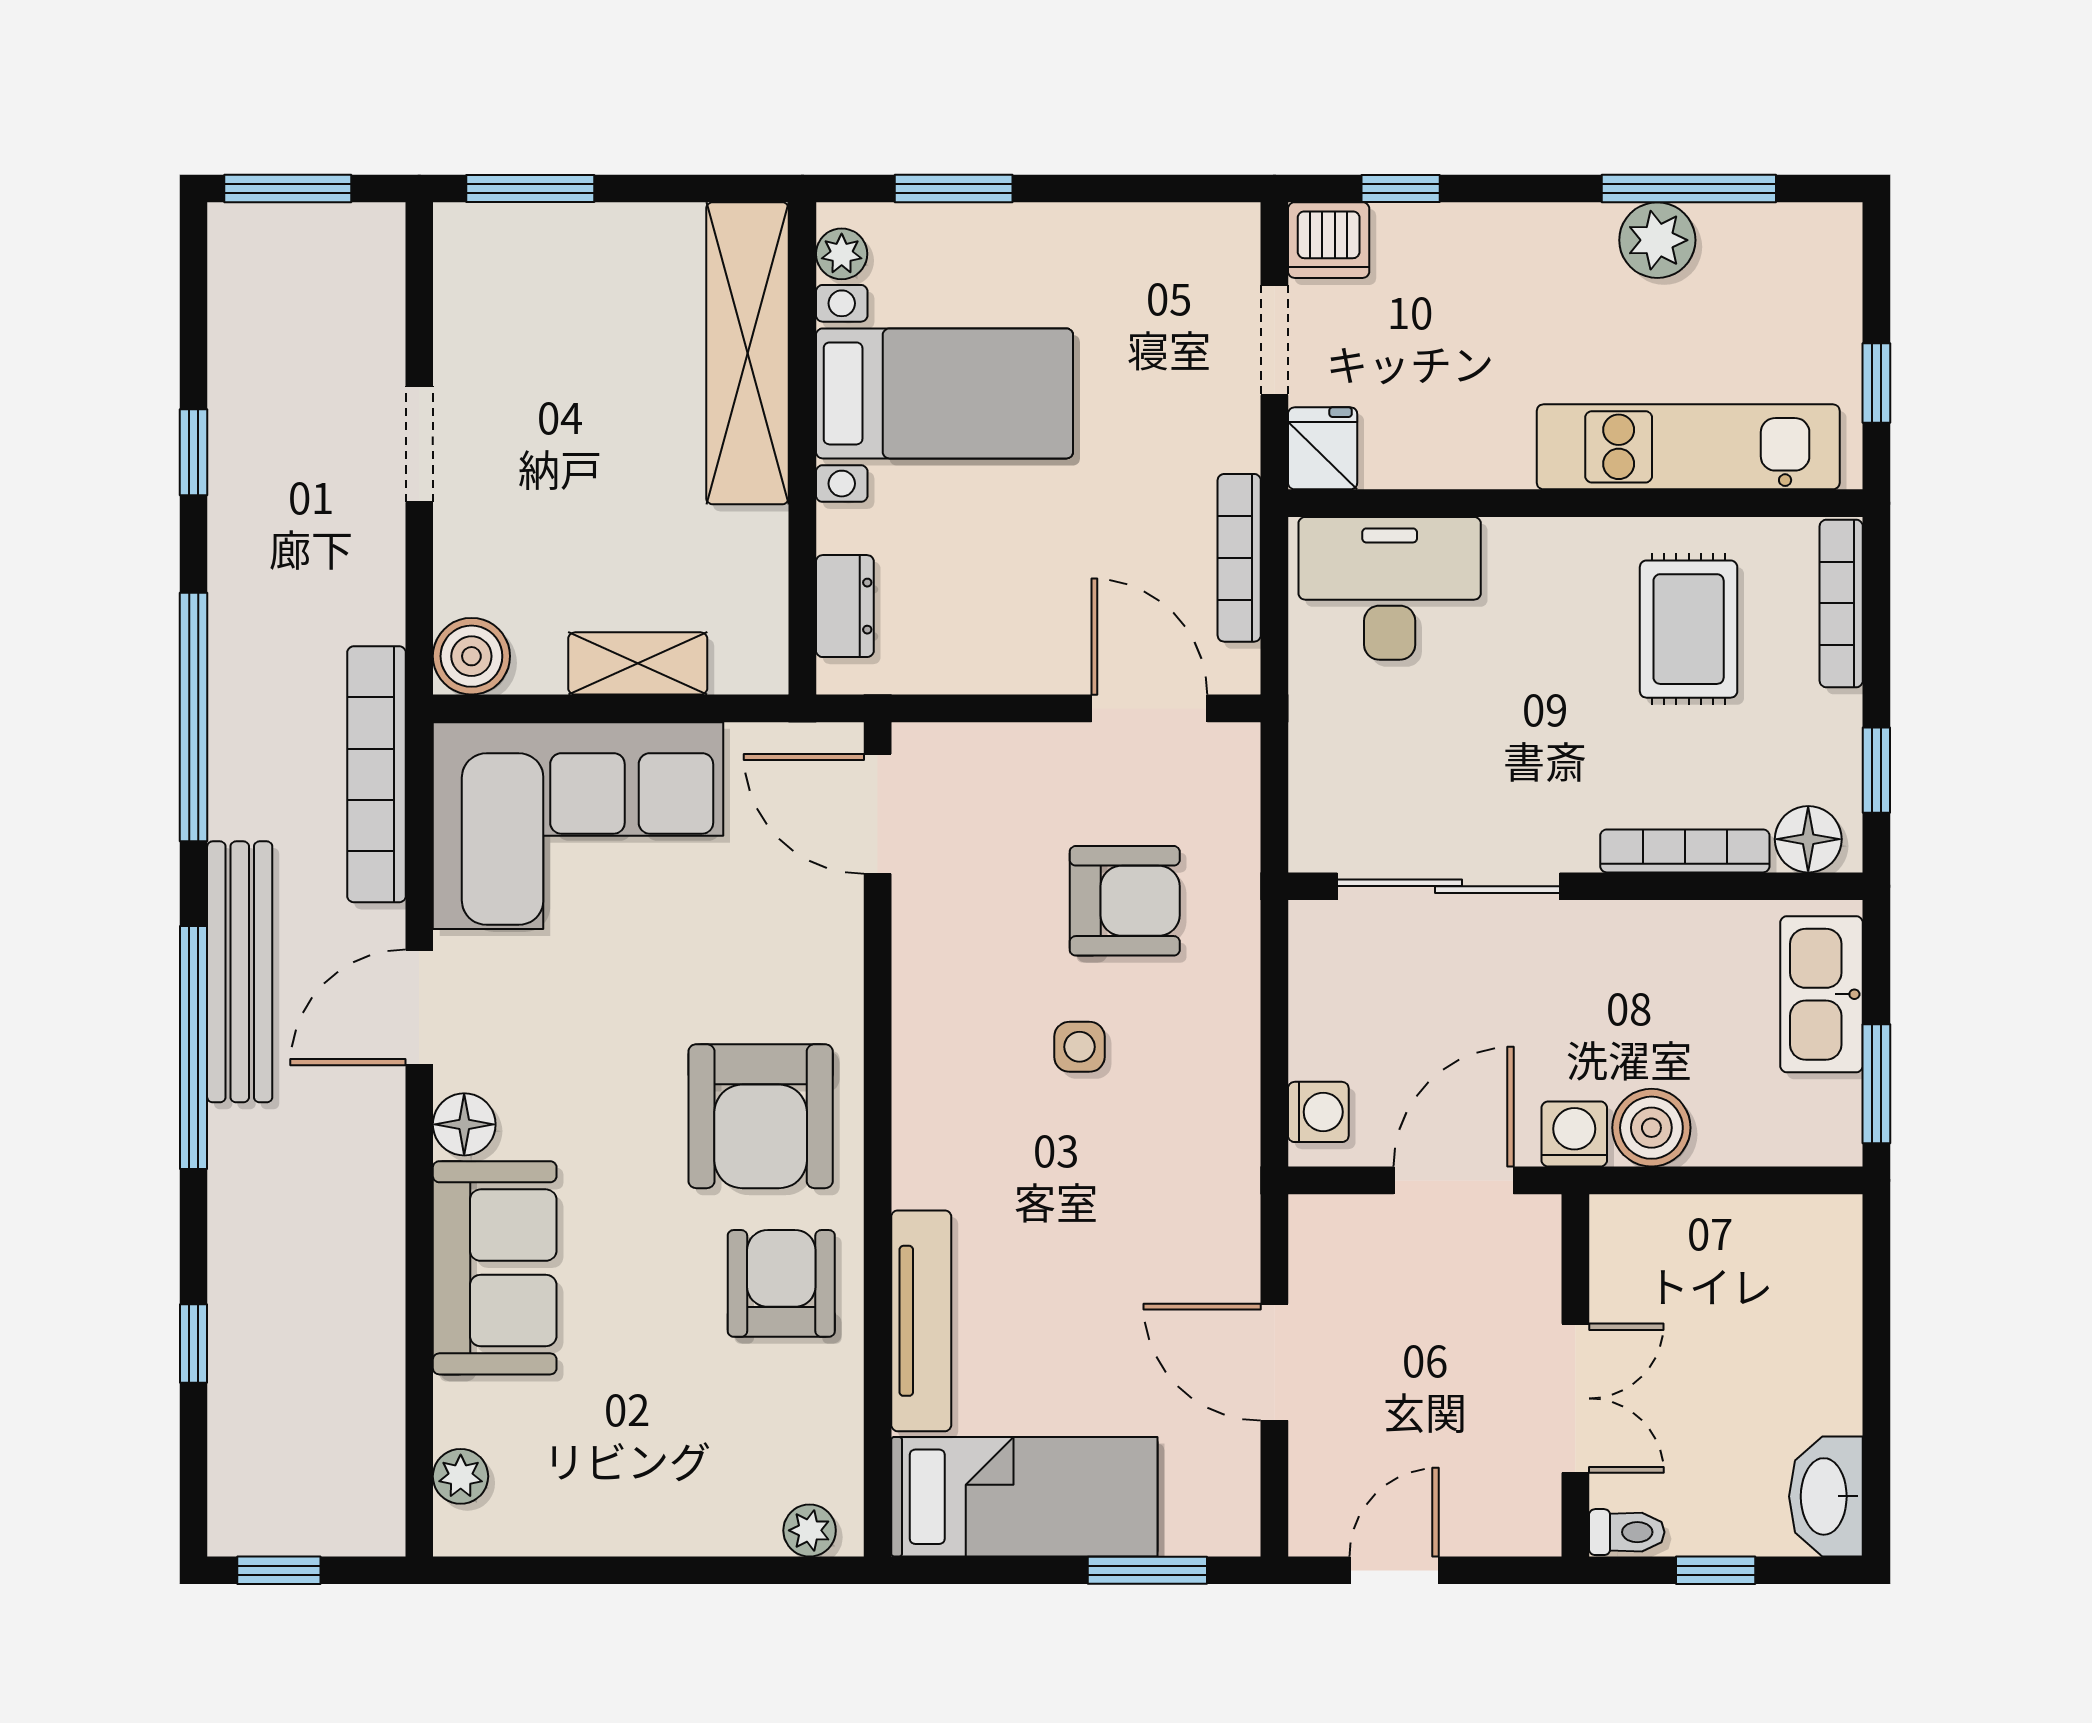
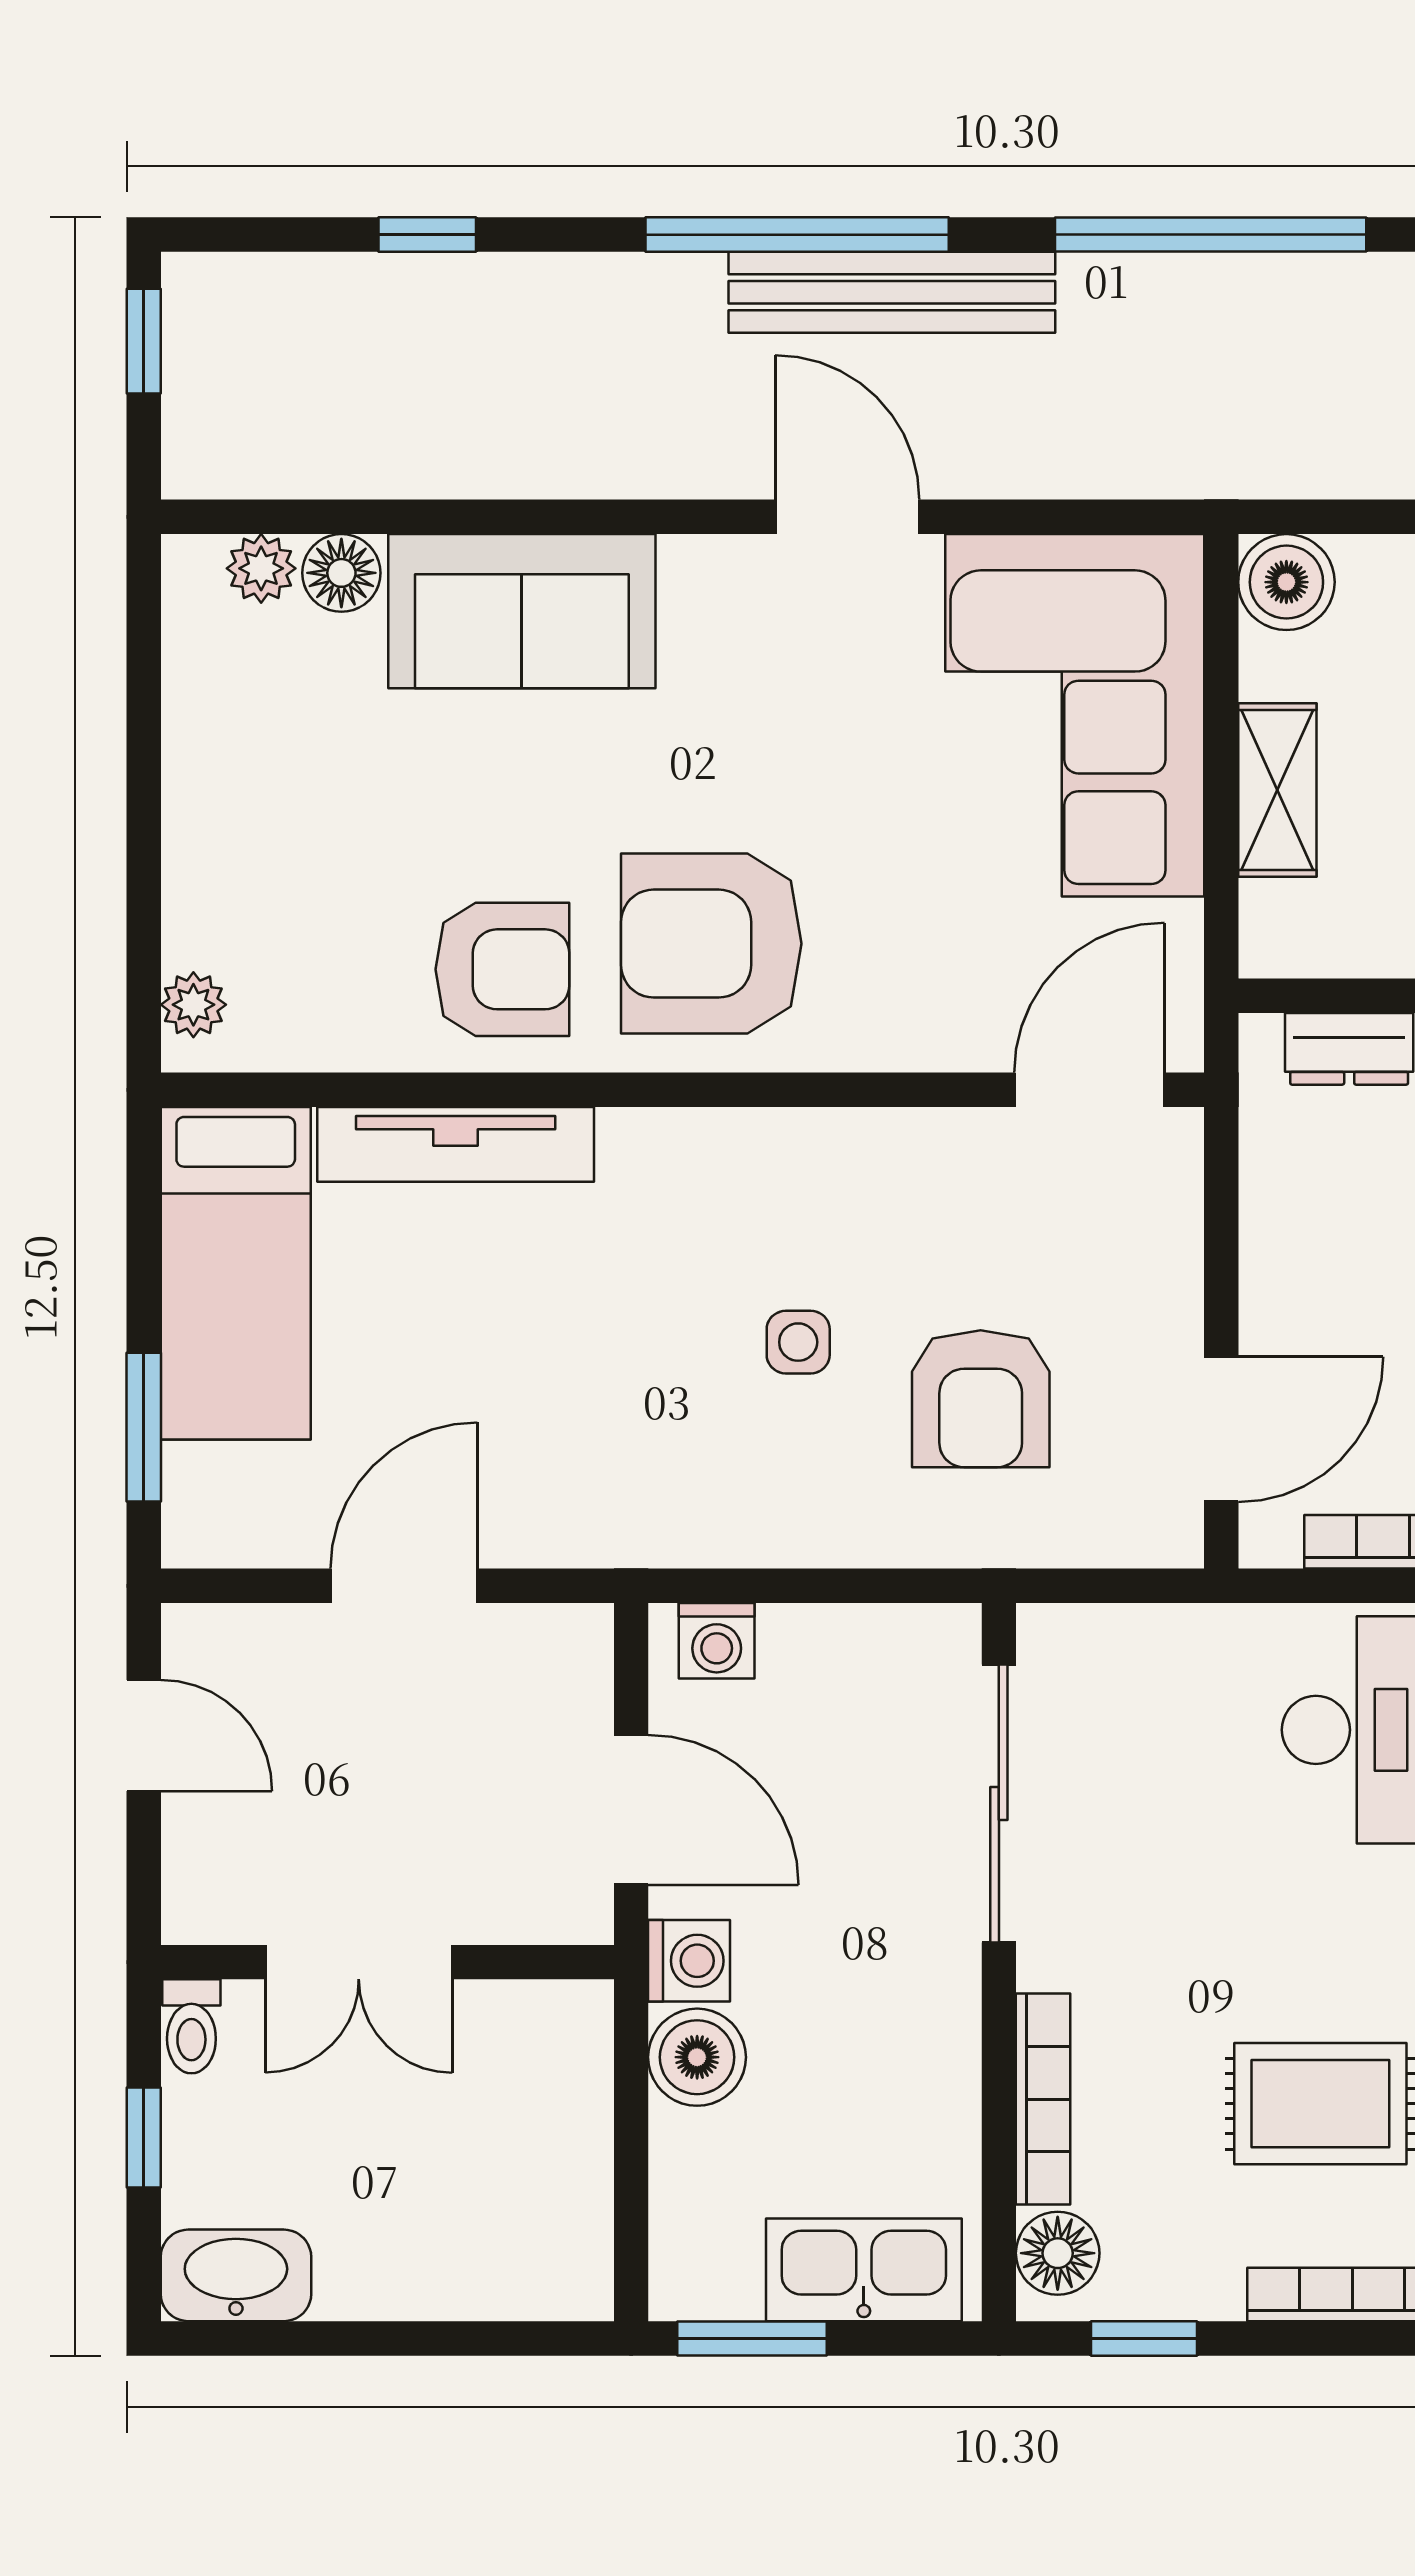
bookcase: (377, 774) -> (1139, 463), removed
floor lamp: (464, 1124) -> (341, 573), moved

